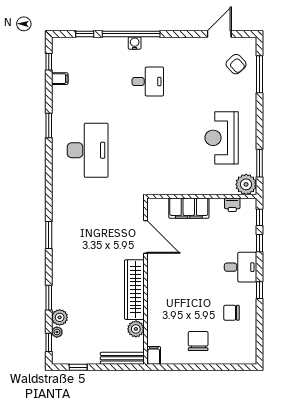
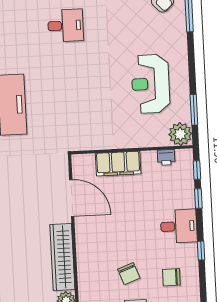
chair: (193, 308) -> (129, 274), added

